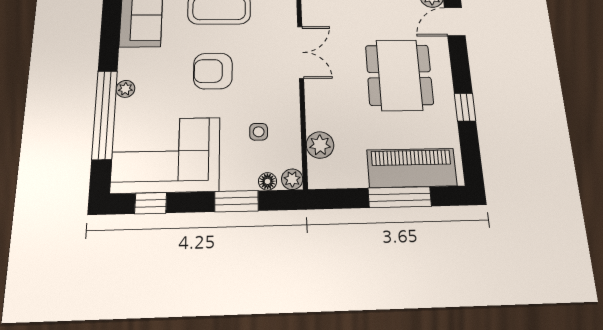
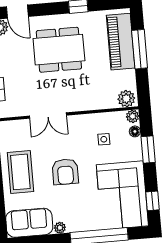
double door: (301, 52) -> (48, 116), swing flipped
plant: (125, 89) -> (60, 228), moved
plant: (320, 145) -> (126, 99), moved

